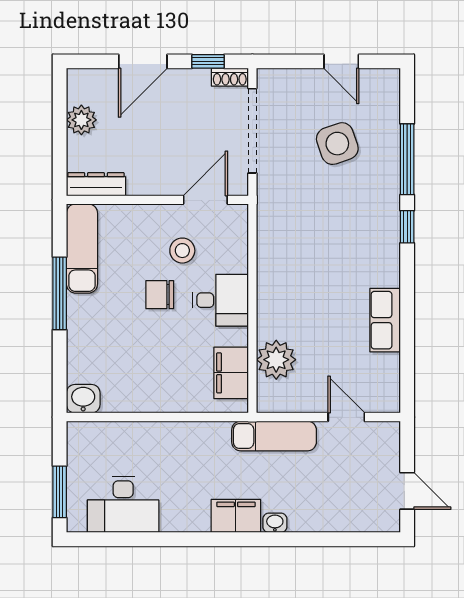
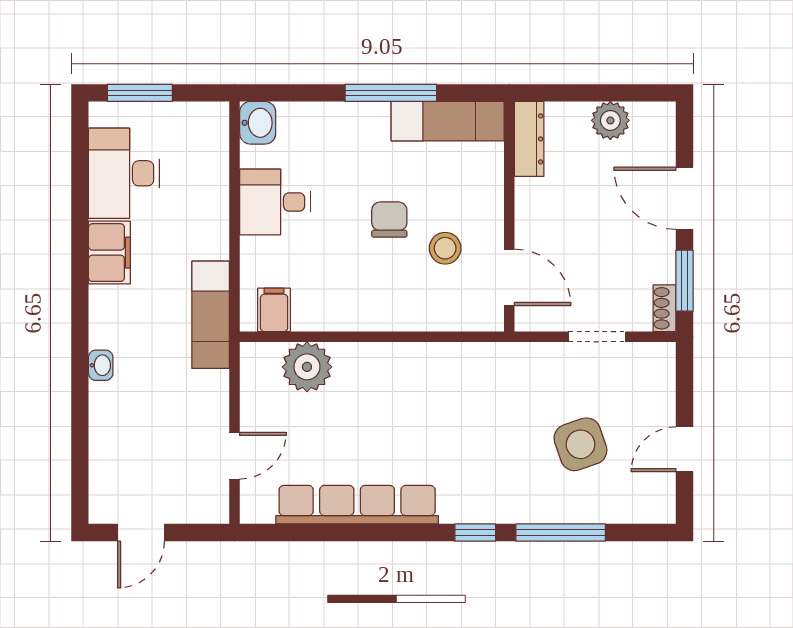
window: (208, 61) -> (684, 281), width x1.50
doorway: (252, 131) -> (597, 337), width x0.53
desk: (220, 300) -> (275, 202), moved, turned 90
row of seats: (385, 320) -> (357, 505), width x2.02
filing cabinet: (231, 373) -> (274, 310), width x0.50
exam couch: (274, 436) -> (211, 315), moved
filing cabinet: (236, 516) -> (109, 253), moved

